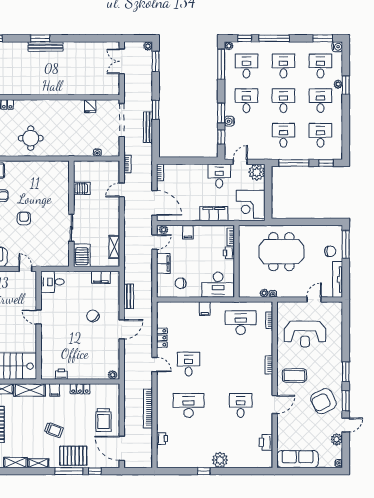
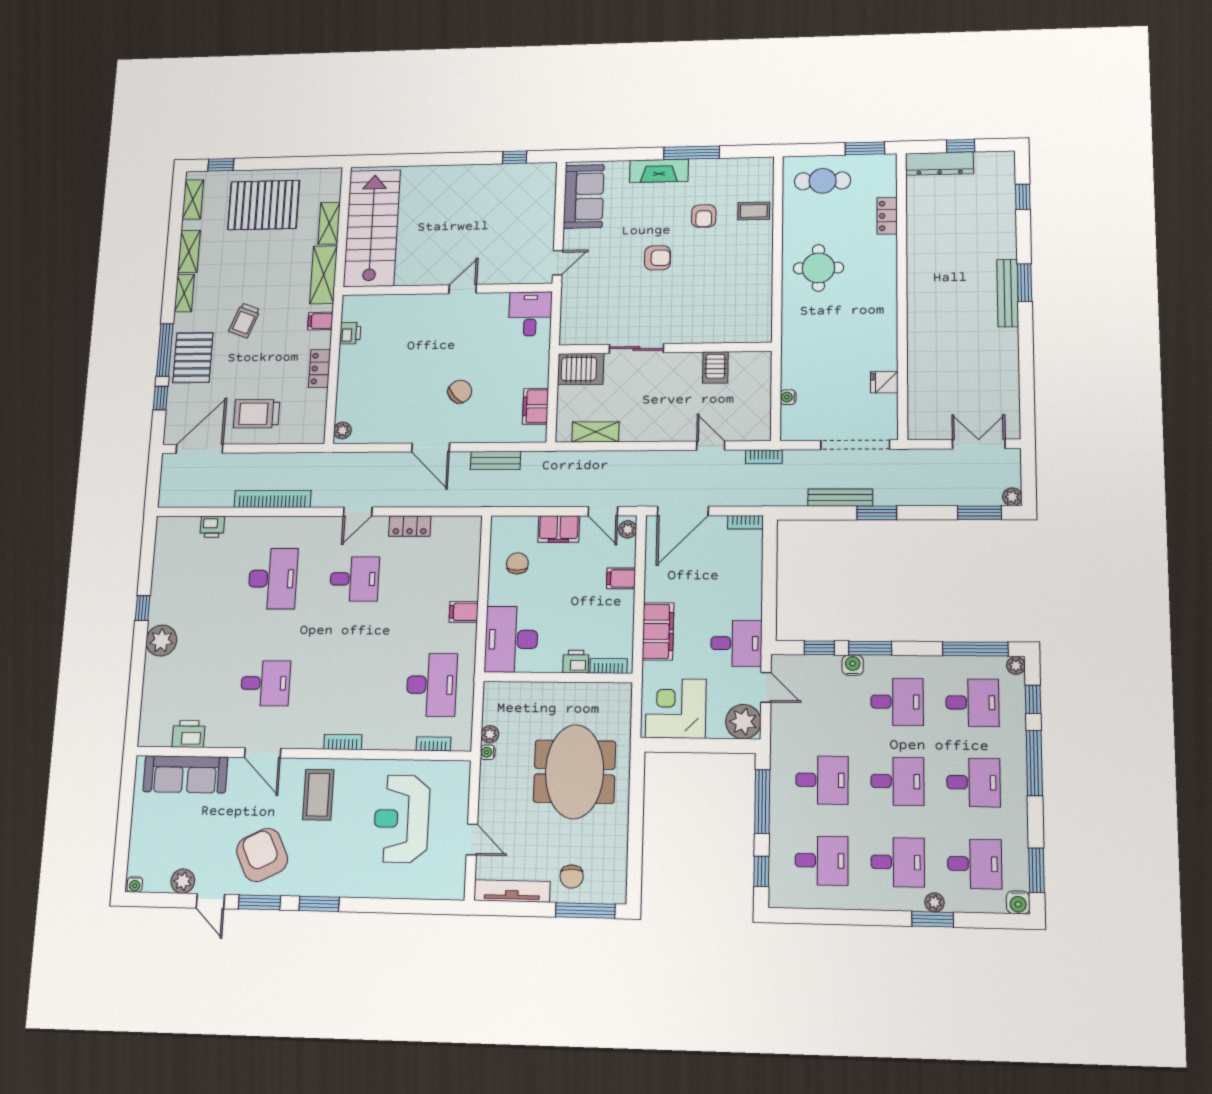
sofa: (298, 459) -> (185, 774), moved, turned 90

